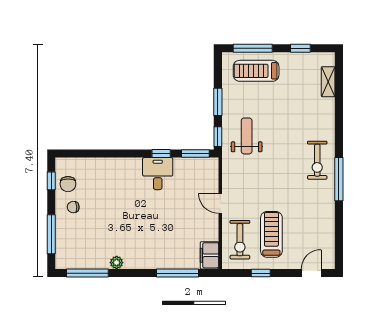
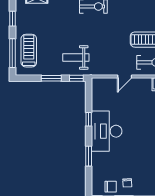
treadmill: (256, 71) -> (29, 51), turned 180
window: (195, 154) -> (89, 156), moved
desk: (158, 174) -> (107, 131), width x1.87, depth x1.30

